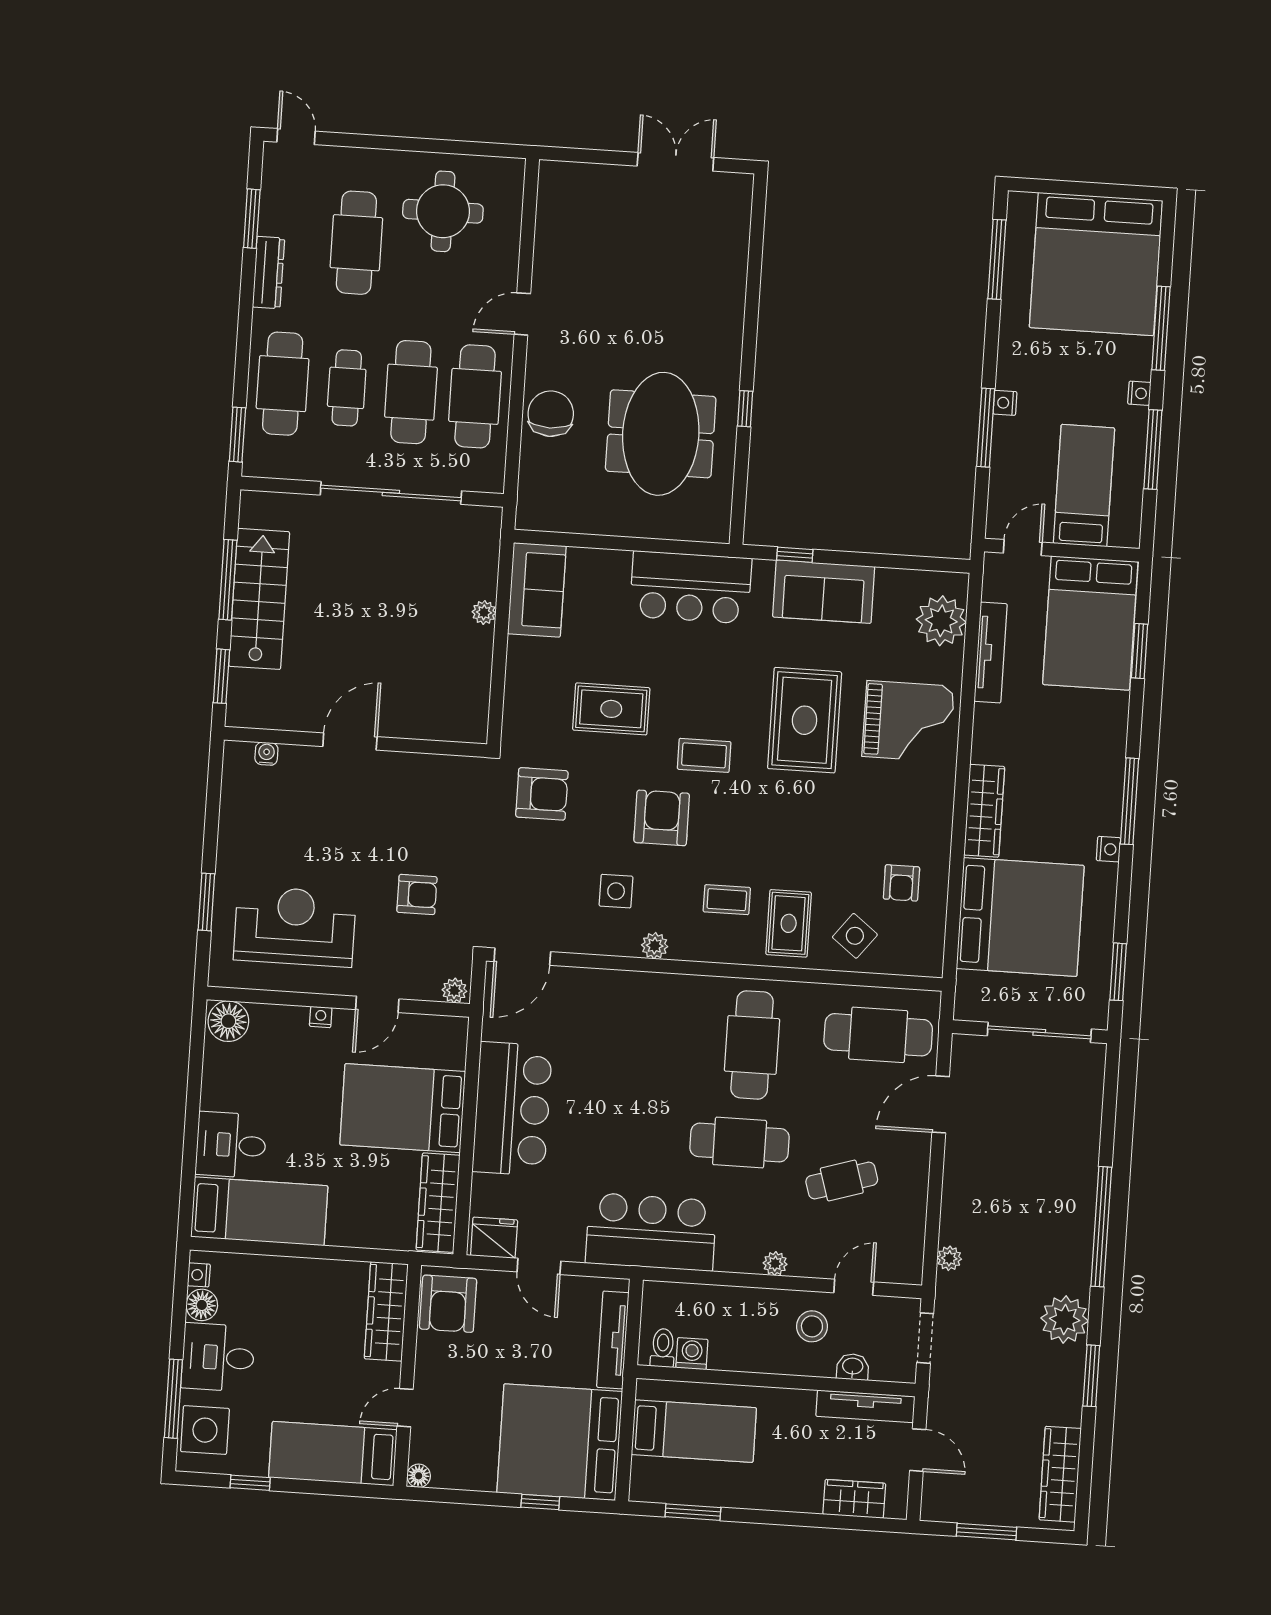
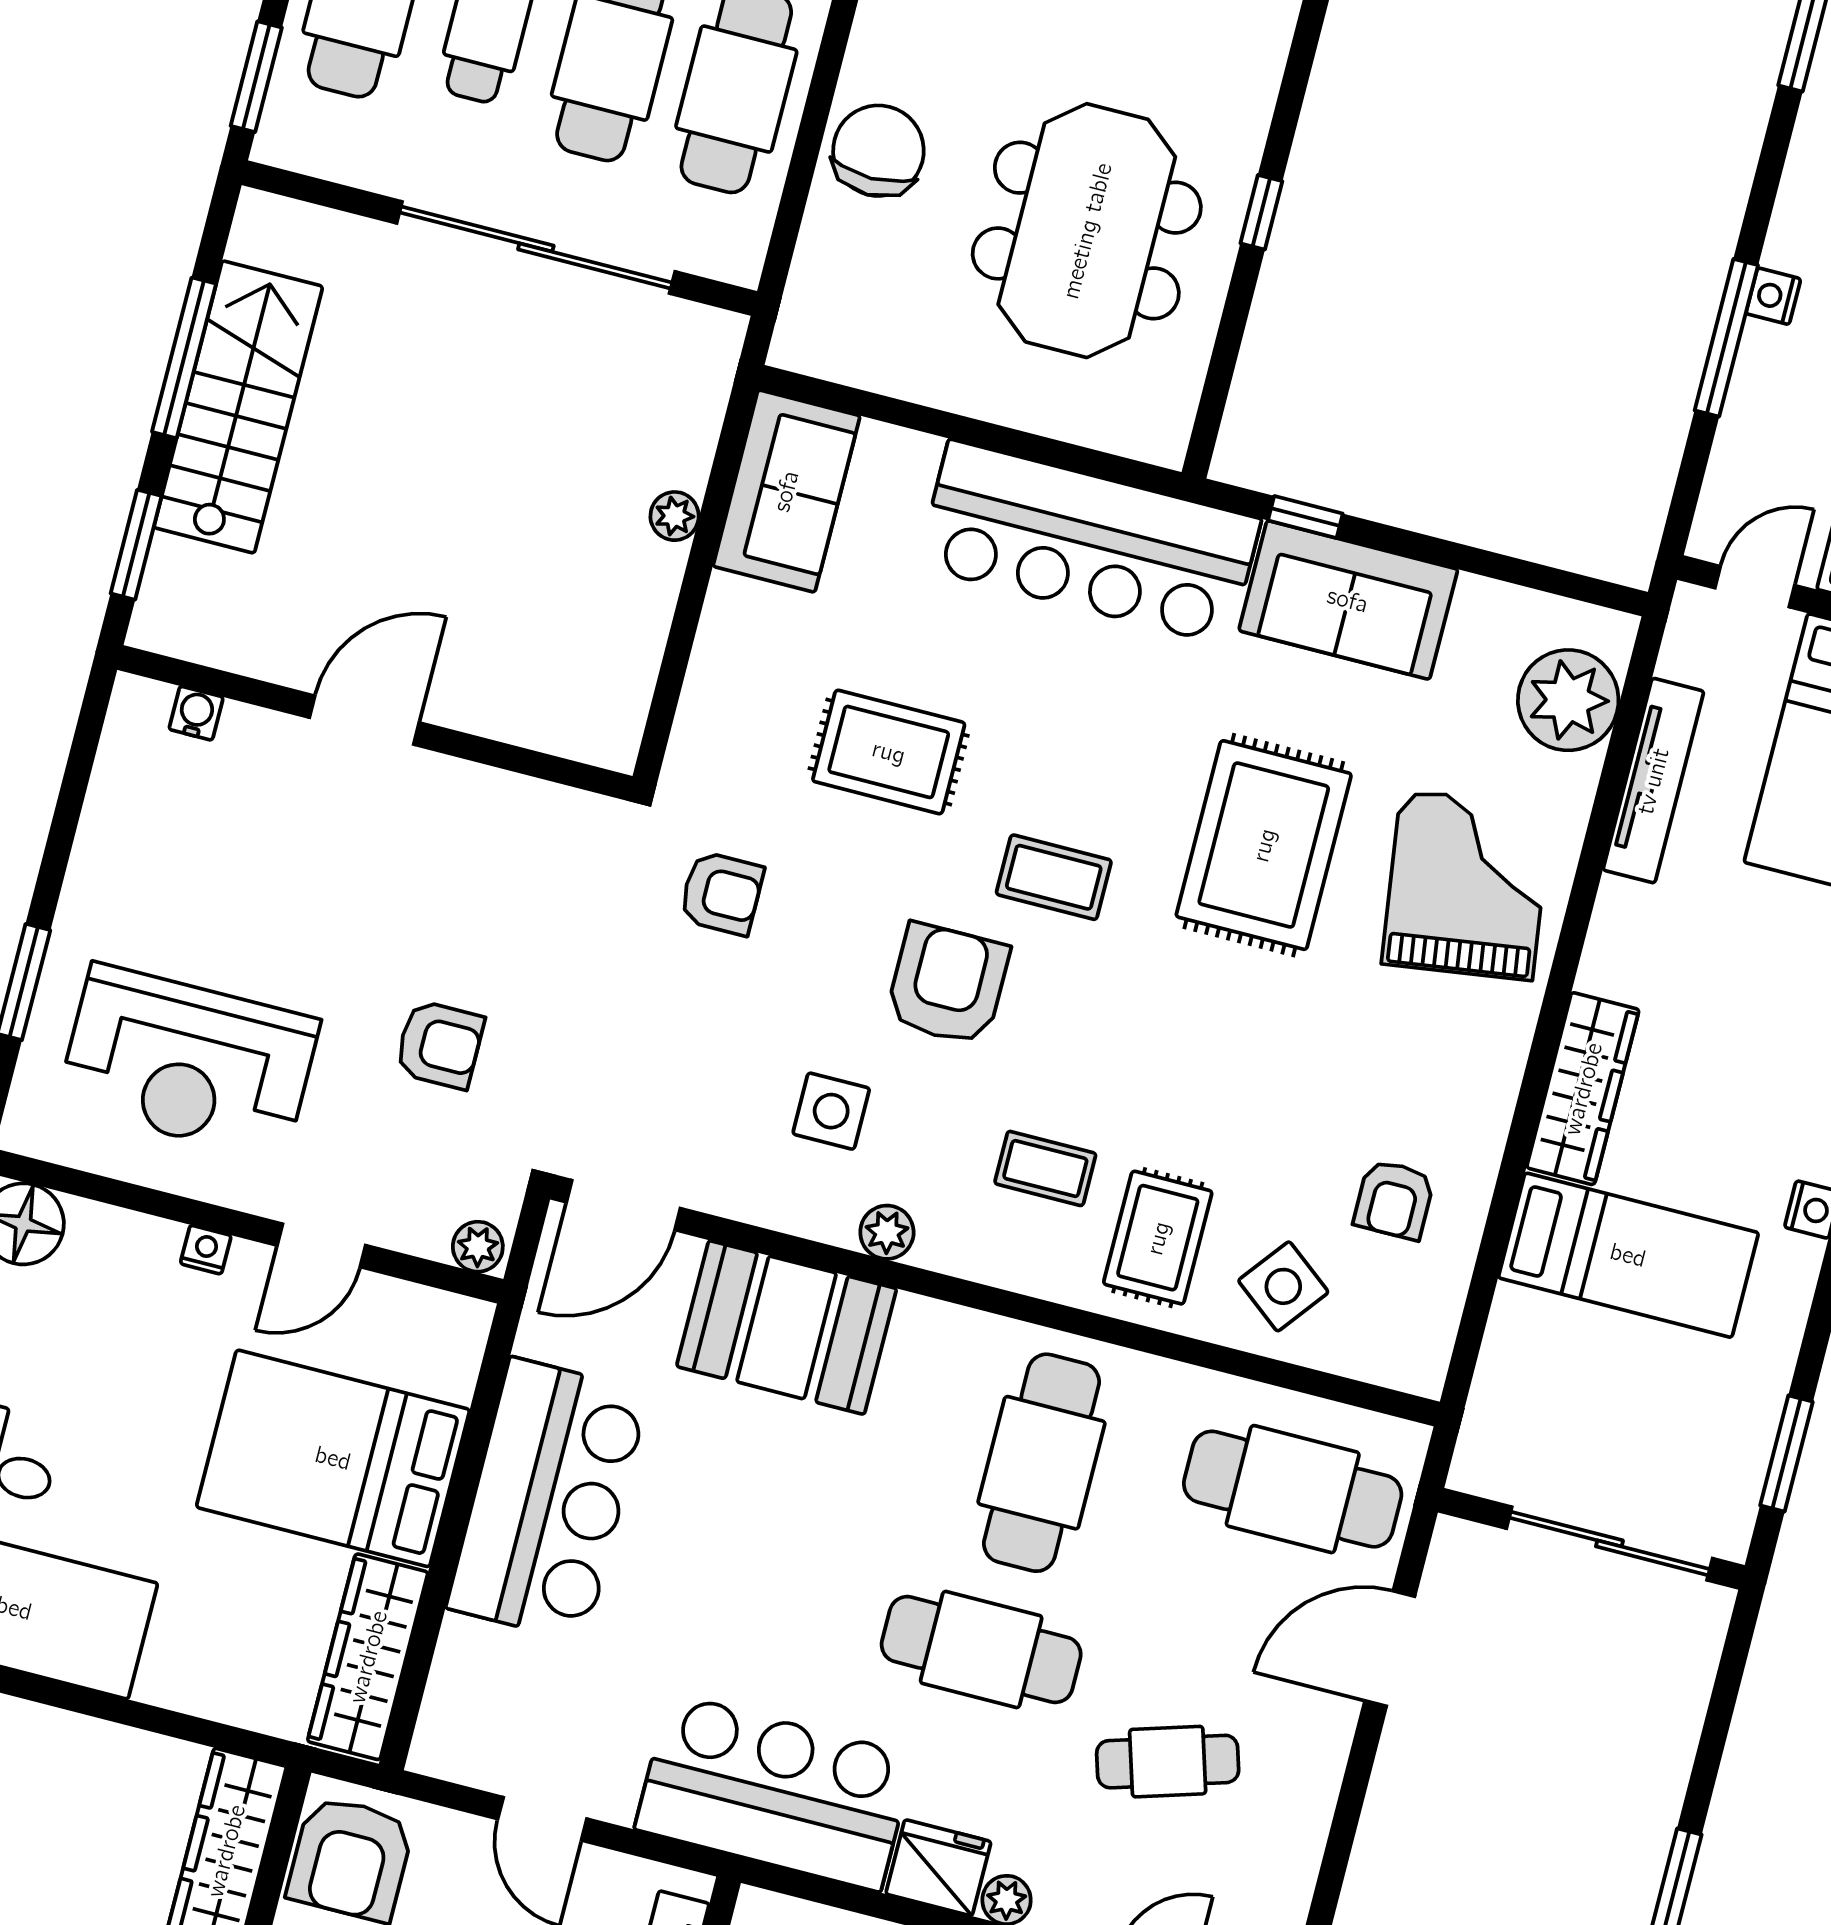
bar counter: (691, 587) -> (1089, 543), width x1.36
grand piano: (908, 721) -> (1467, 885), turned -98
armchair: (542, 794) -> (721, 893), width x0.72, depth x0.72
bed: (1020, 917) -> (1628, 1255), width x0.49
reception desk: (295, 926) -> (188, 1062), turned 180
booth: (614, 1002) -> (787, 1327), added
fridge: (494, 1238) -> (938, 1868), moved

